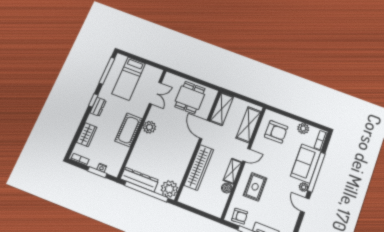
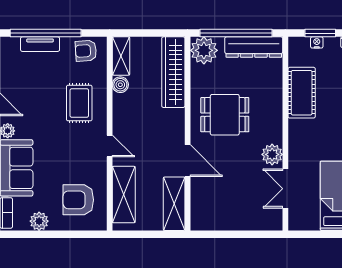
dining table: (190, 98) -> (225, 115), moved, turned 90
plant: (149, 127) -> (272, 154), moved
cot: (129, 130) -> (302, 93), moved
door: (246, 155) -> (110, 146), swing flipped
wardrobe: (199, 167) -> (173, 72), moved
shelving: (233, 171) -> (121, 56), moved

